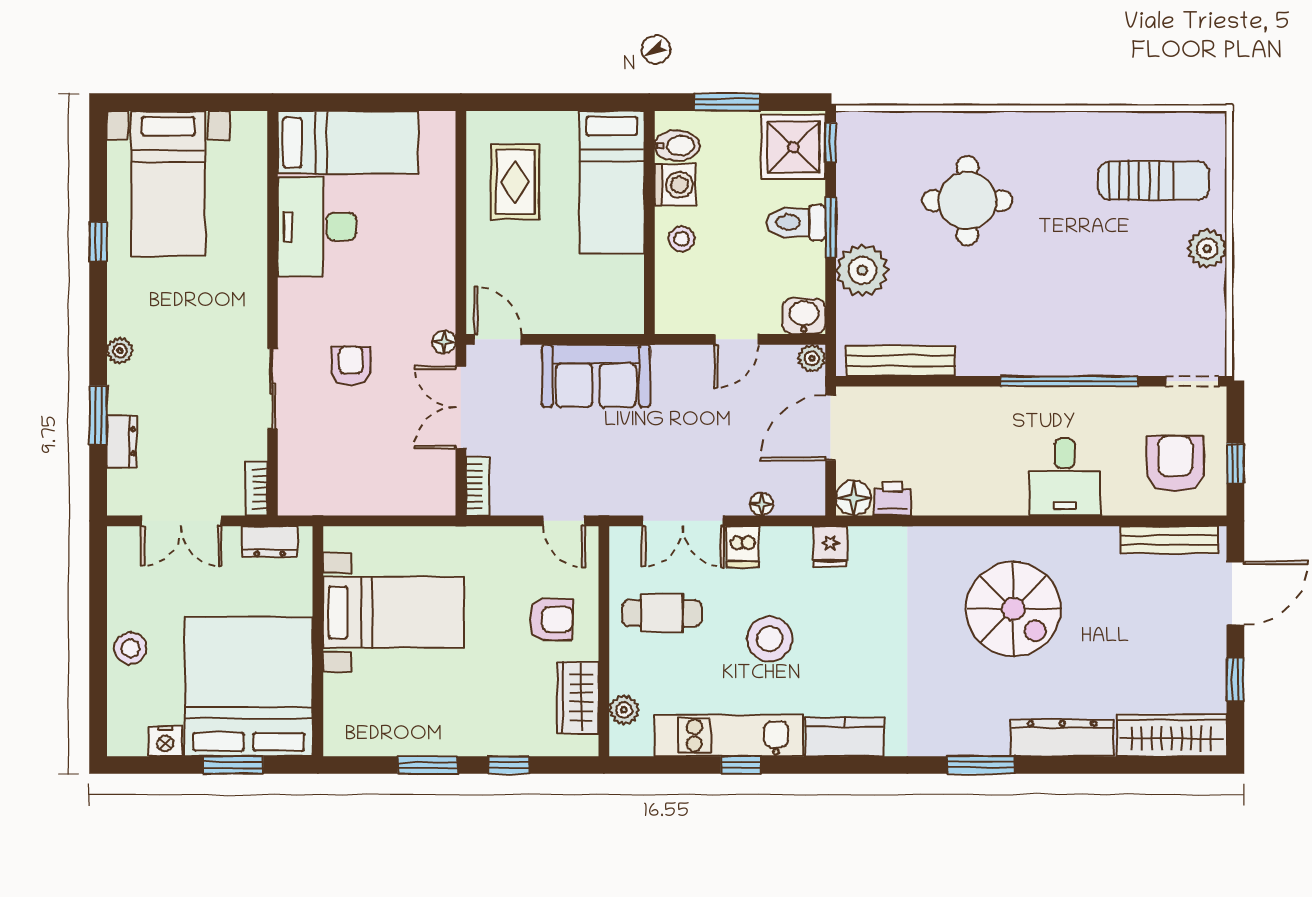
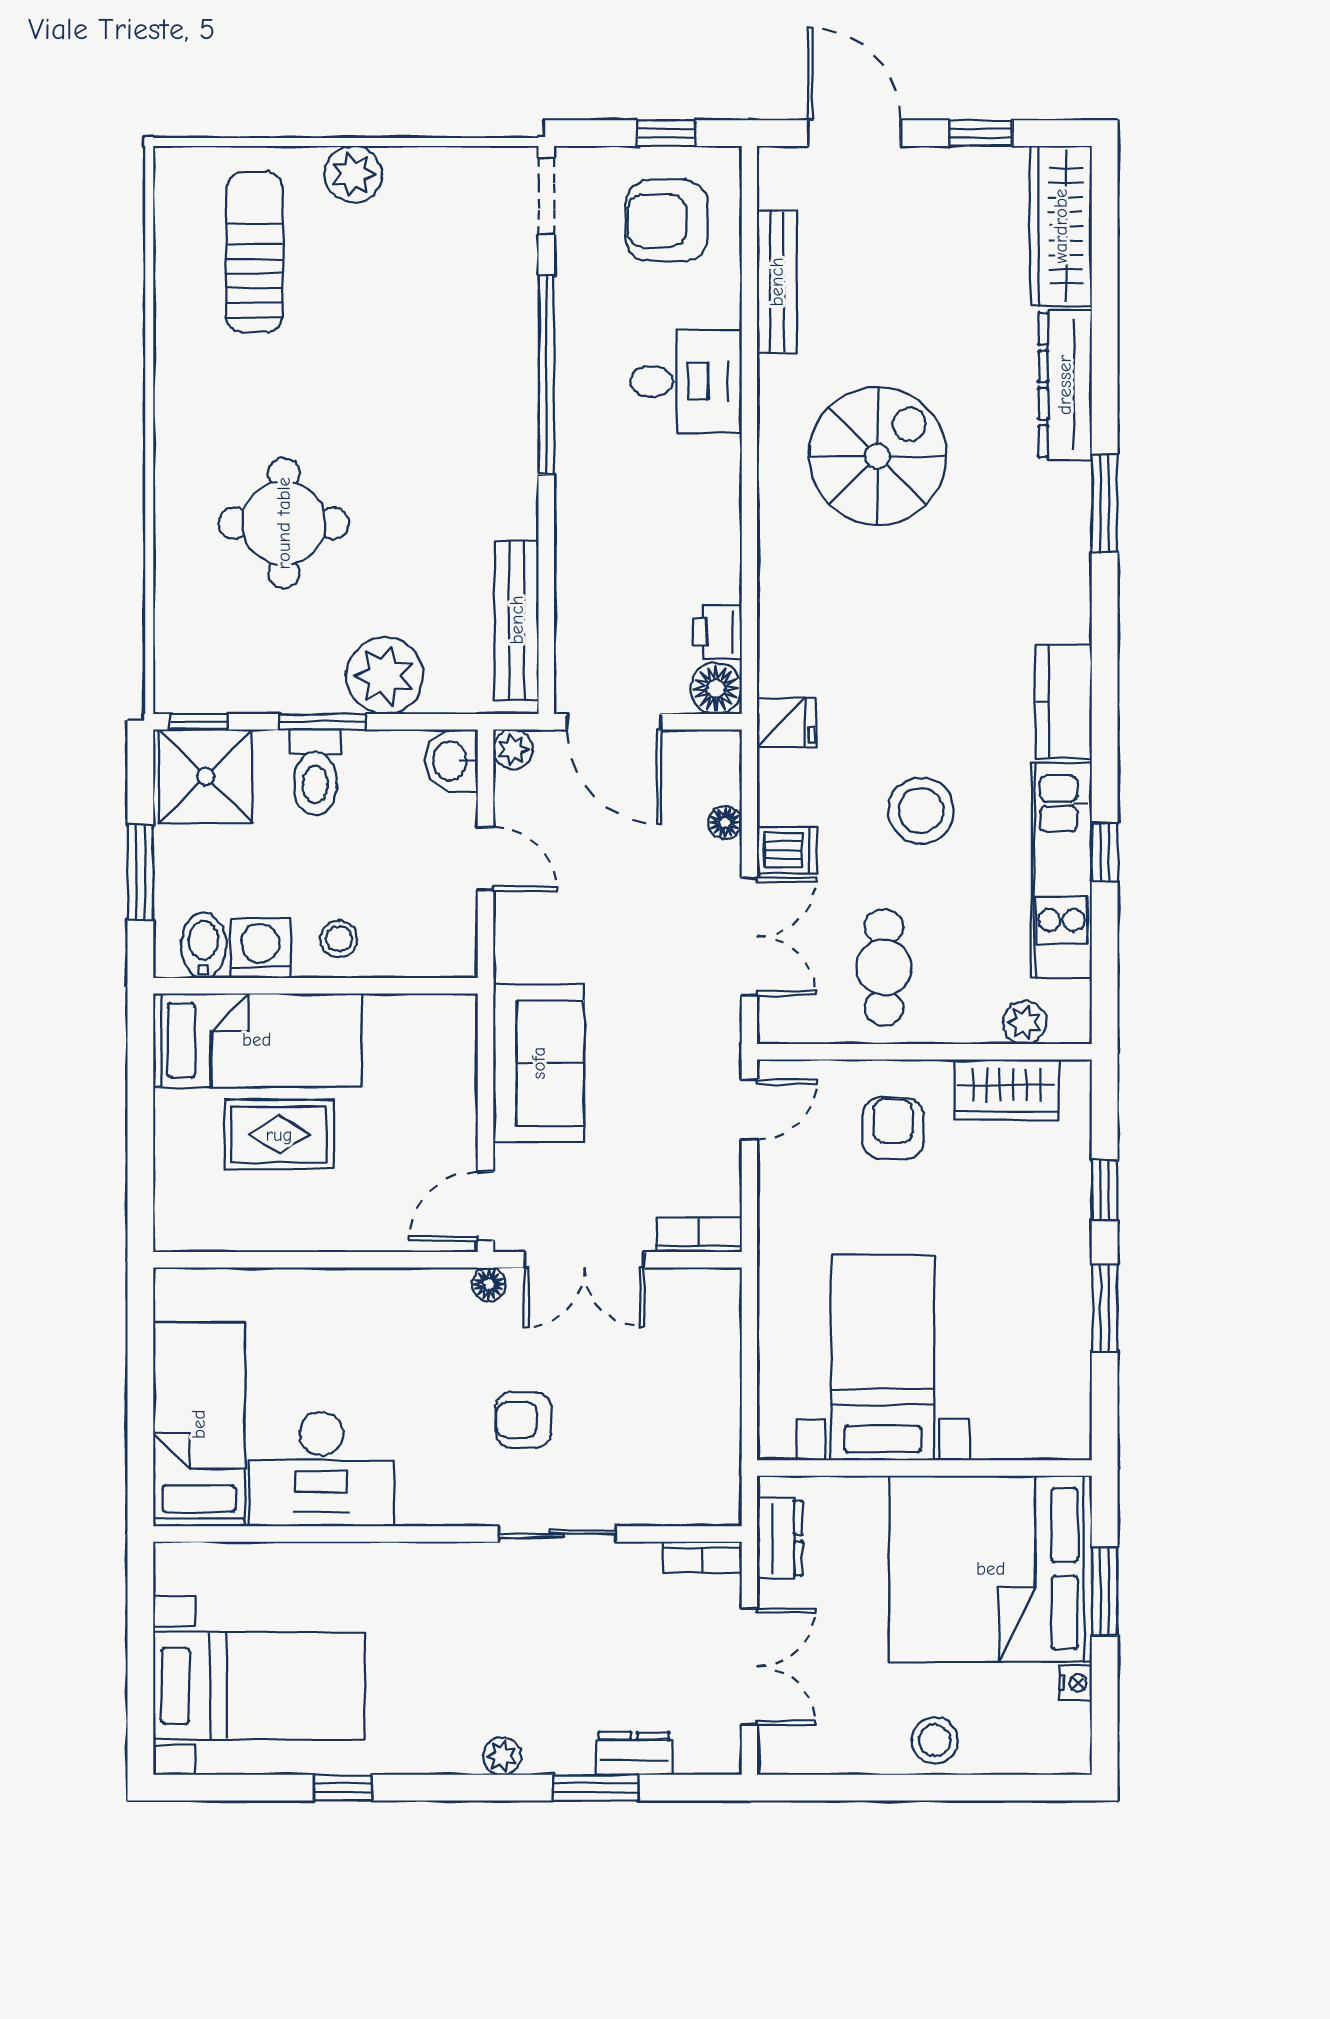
rug: (515, 182) -> (279, 1135), moved
bench: (1169, 540) -> (777, 282), moved
nightstand: (165, 741) -> (1076, 1683), width x0.72, depth x0.74

